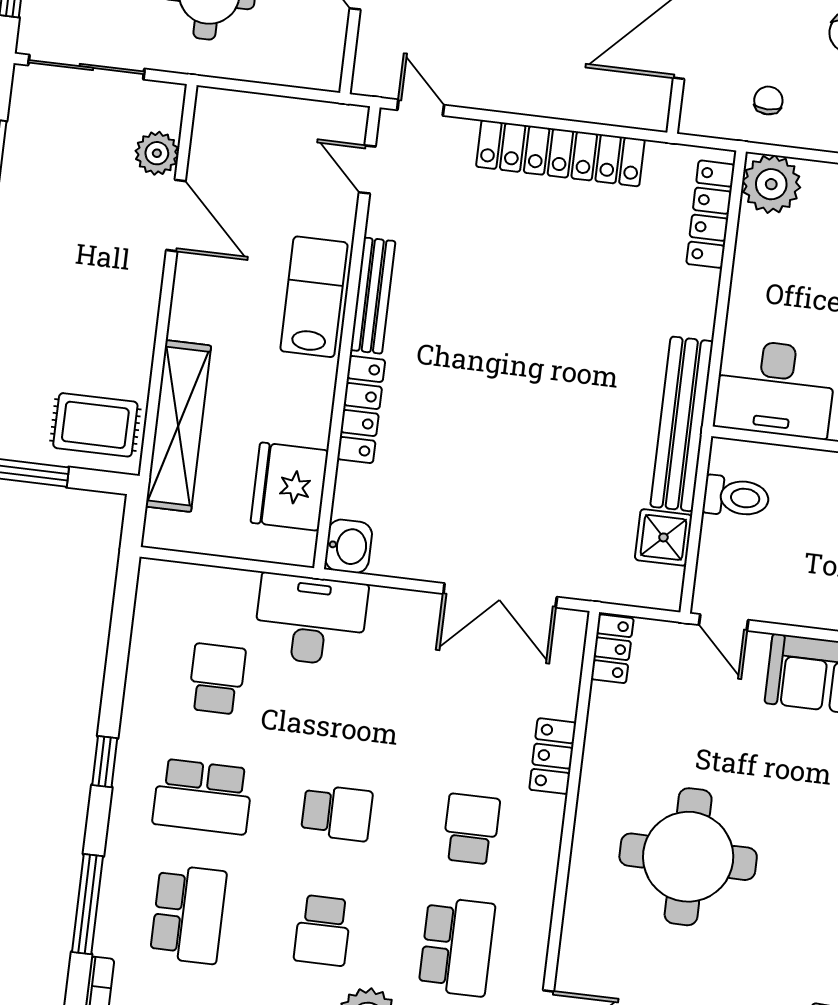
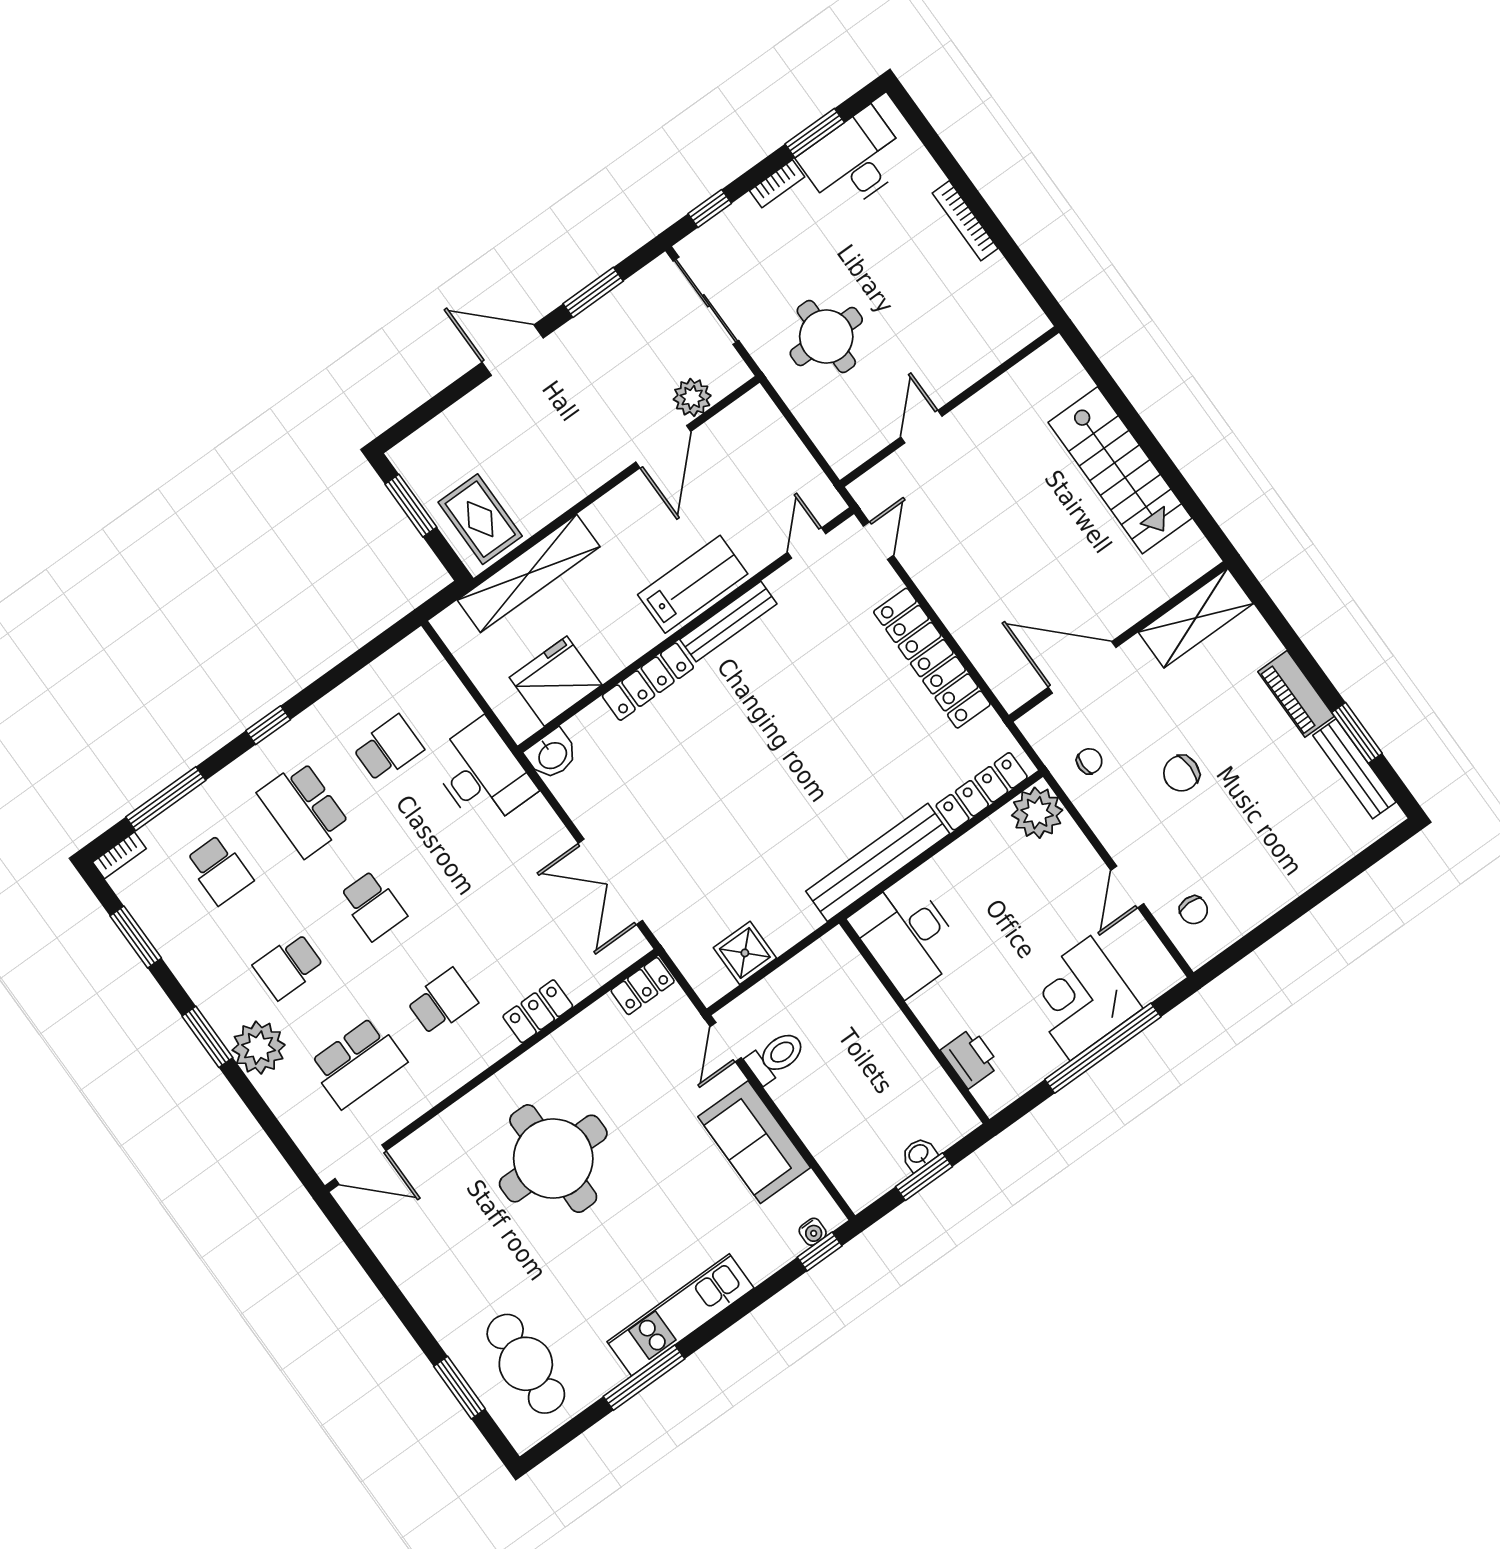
bench: (682, 424) -> (878, 862), moved
toilet: (736, 497) -> (776, 1057), moved, turned -90
school desk: (188, 914) -> (219, 870), width x0.54

